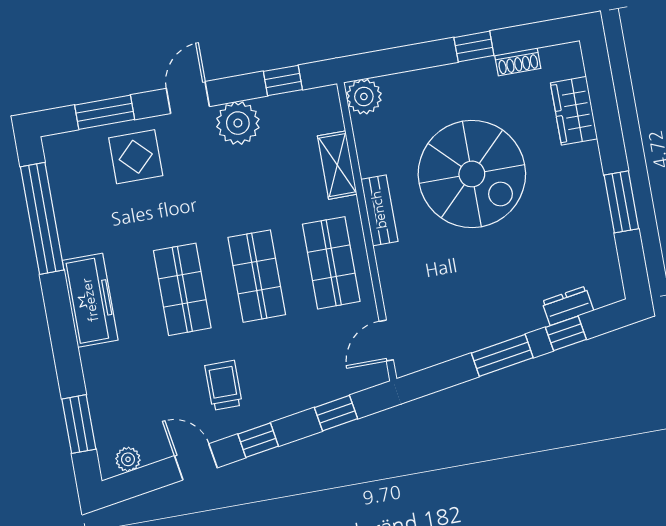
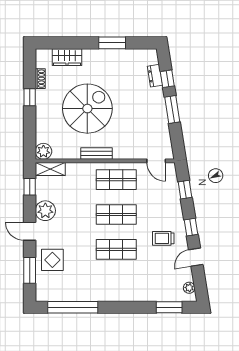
shelving: (337, 165) -> (50, 169), moved
freezer: (90, 300) -> (114, 292), removed

